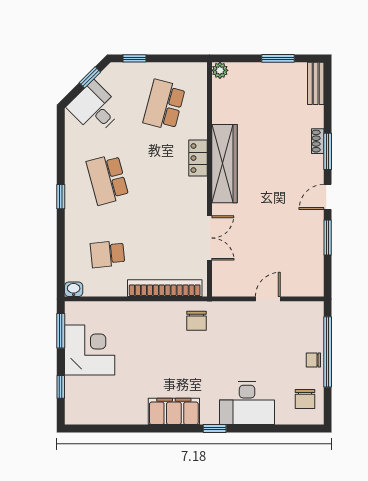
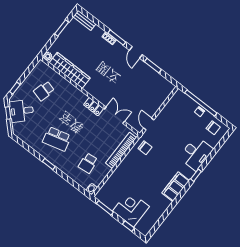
school desk: (164, 105) -> (44, 91), width x0.54
desk: (95, 108) -> (22, 111), moved
locker: (198, 158) -> (94, 107), moved
wardrobe: (224, 164) -> (70, 70), moved
door: (268, 299) -> (149, 124), moved
corner desk: (90, 350) -> (131, 209), moved

